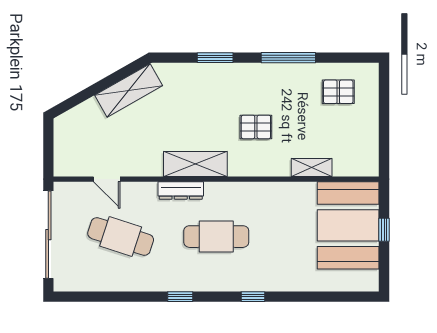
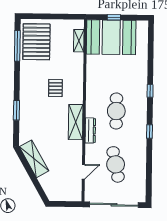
window: (288, 58) -> (17, 46), moved
pallet: (338, 92) -> (36, 42), width x2.05, depth x2.00
shelving: (312, 168) -> (79, 41), moved
cafe table: (121, 237) -> (116, 164), turned -30

